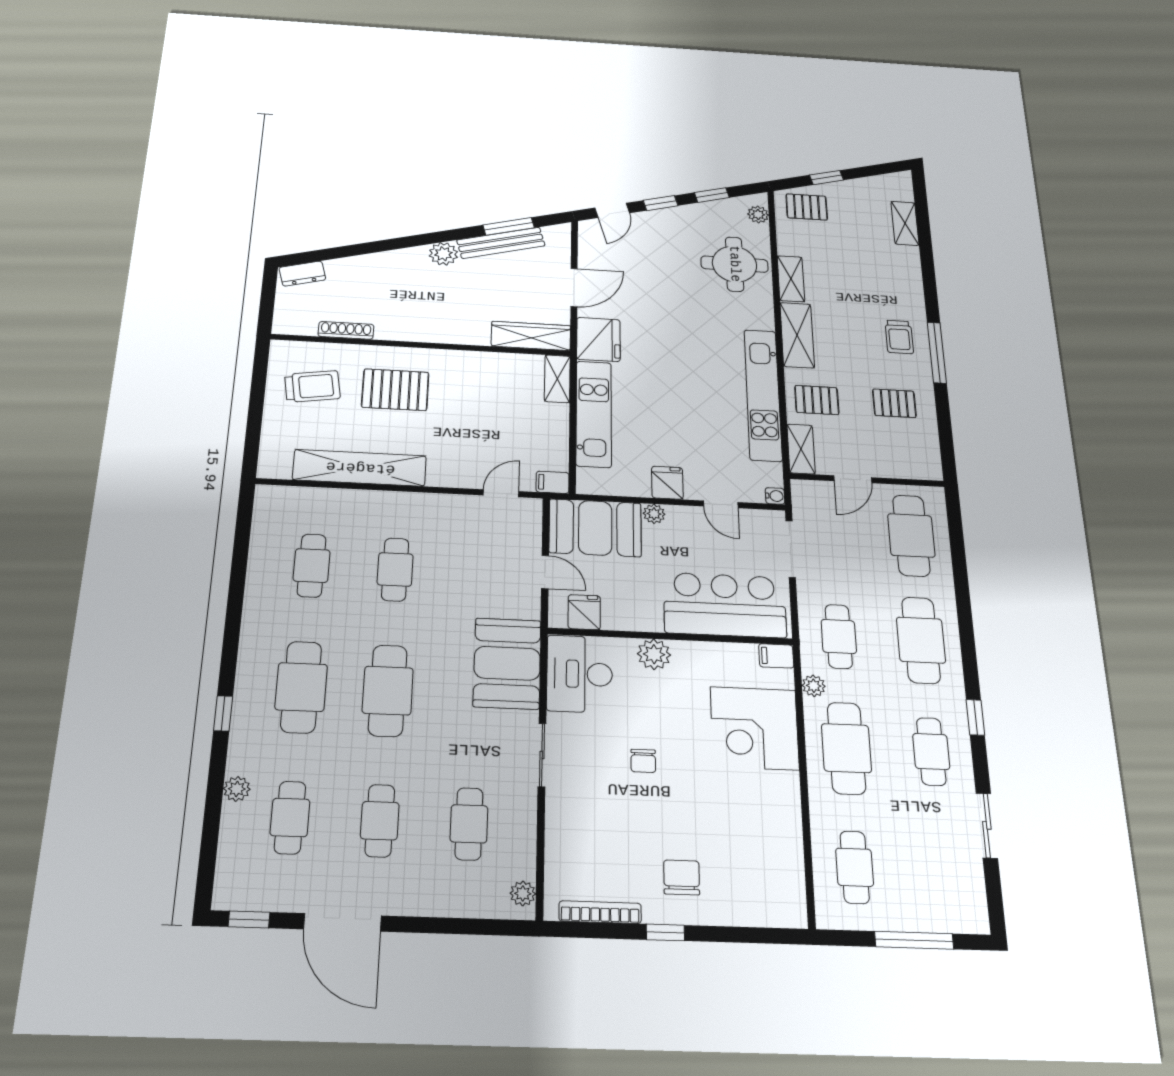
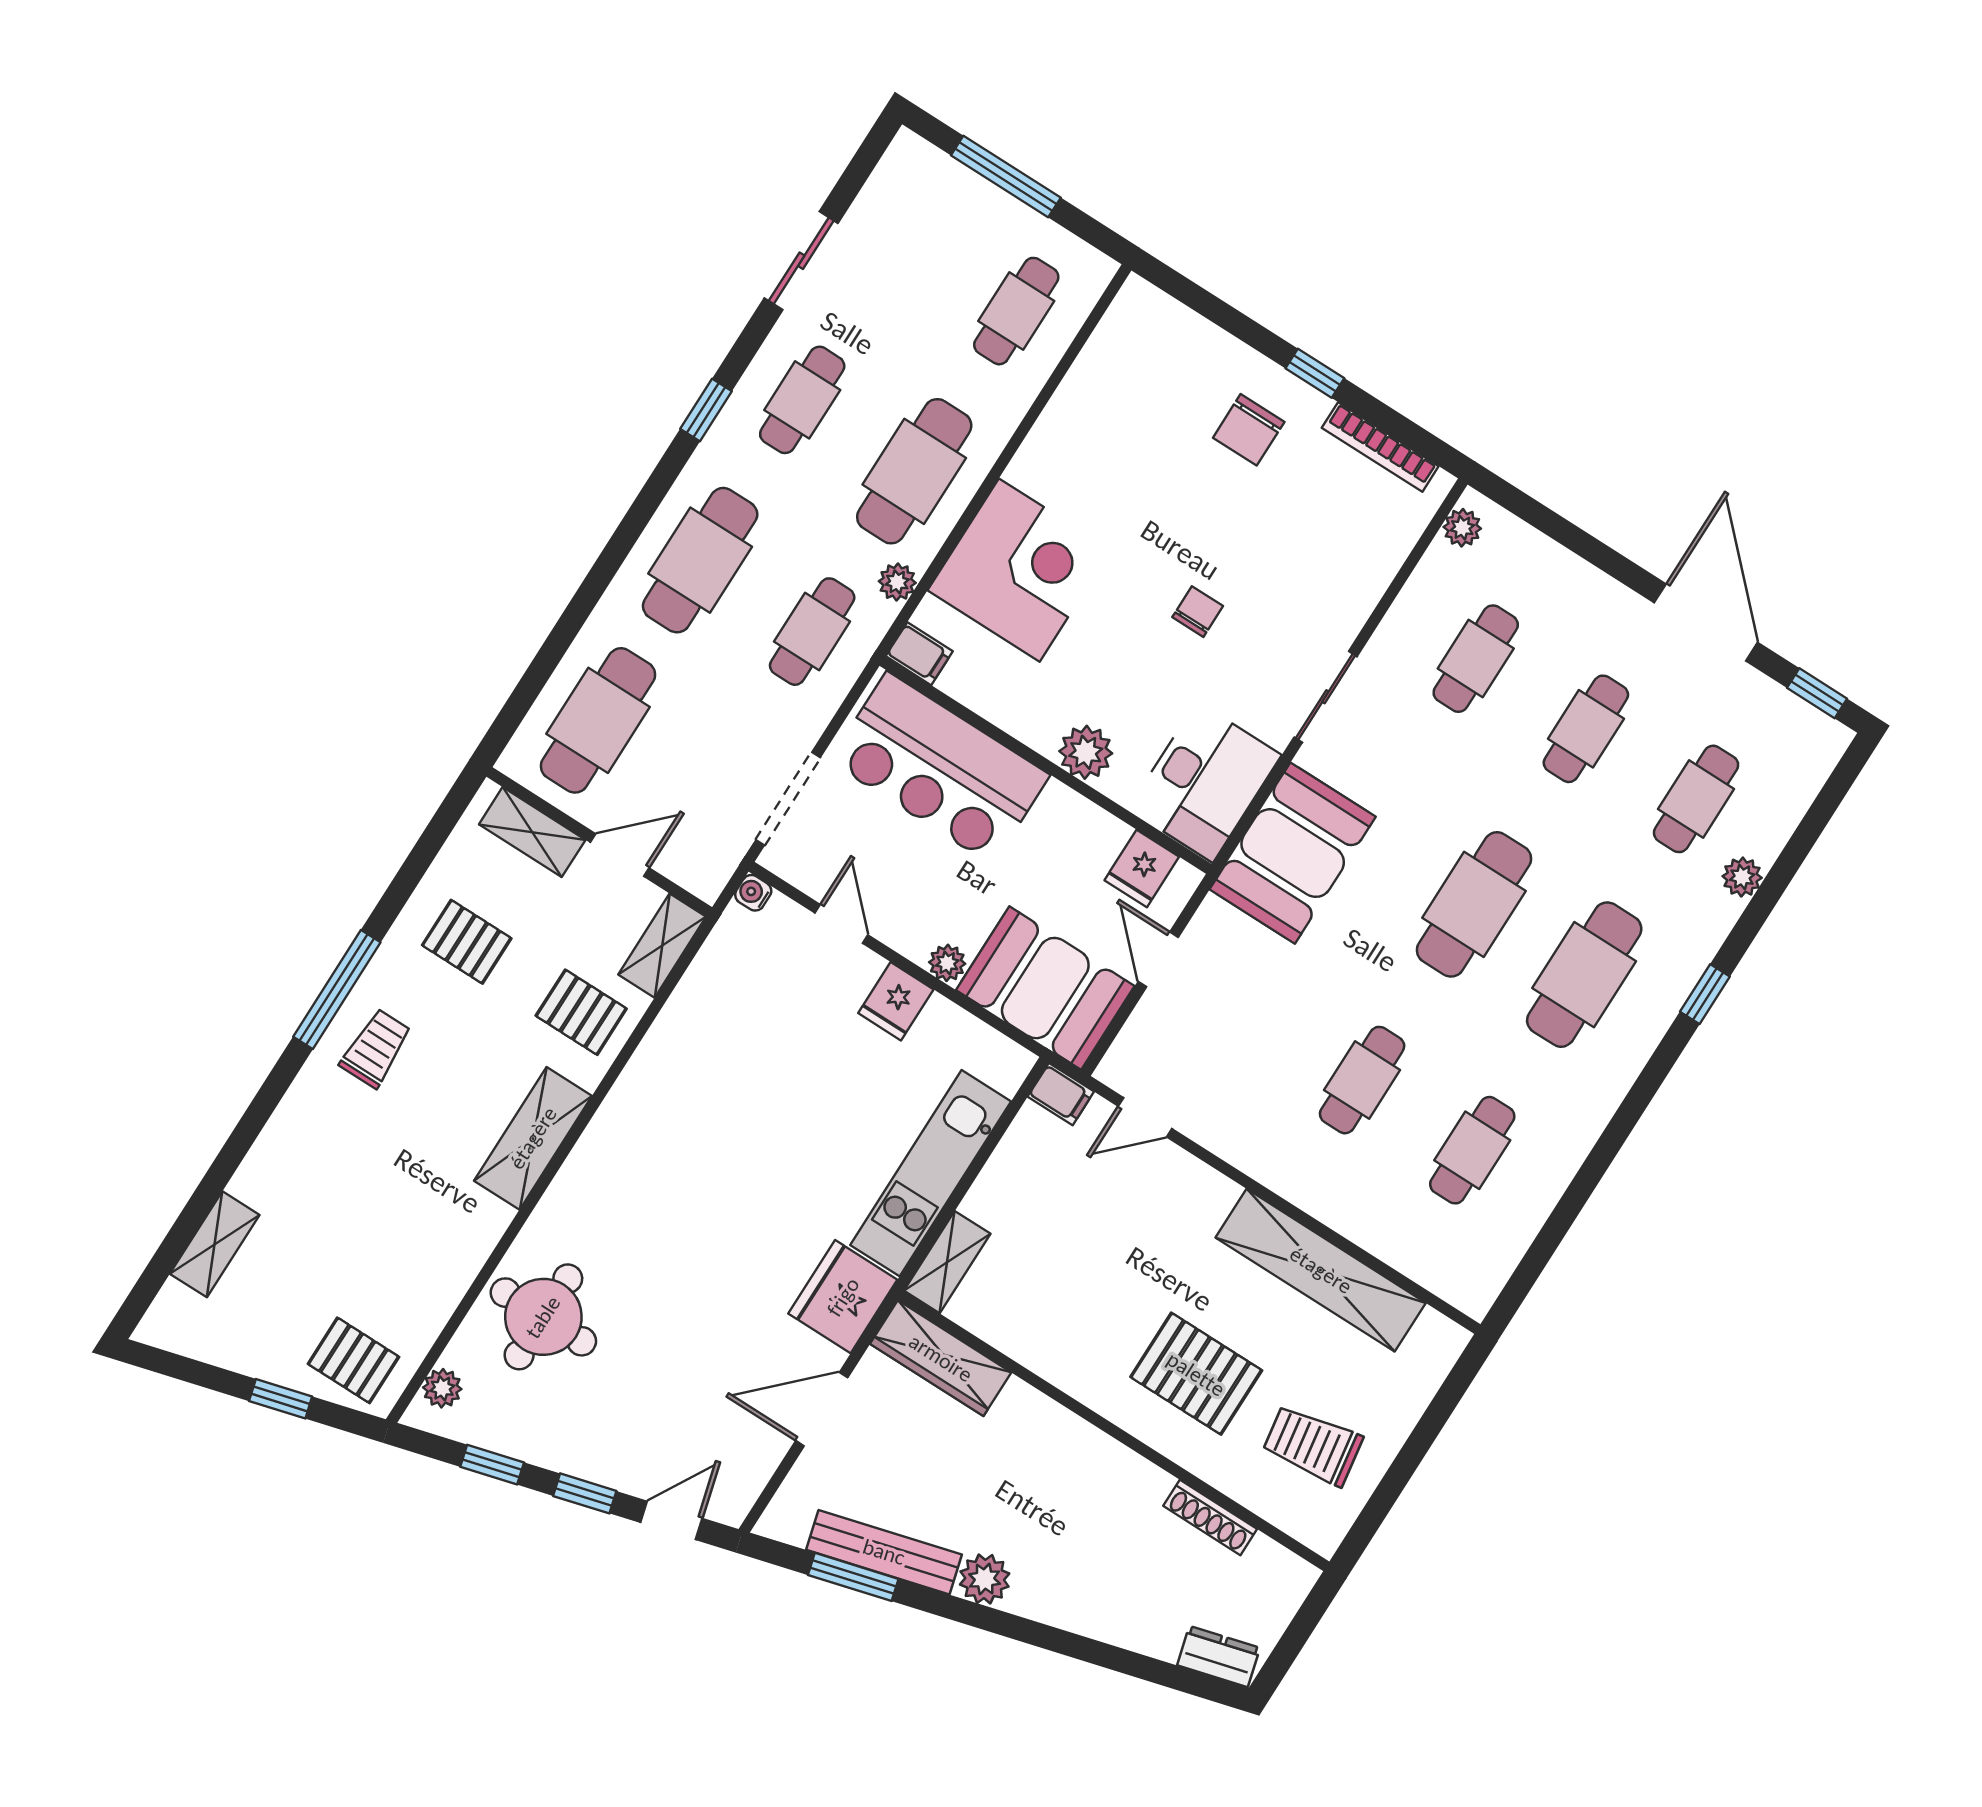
shelving: (791, 279) -> (532, 832), moved, turned 90
kitchen unit: (763, 395) -> (657, 1066), removed

